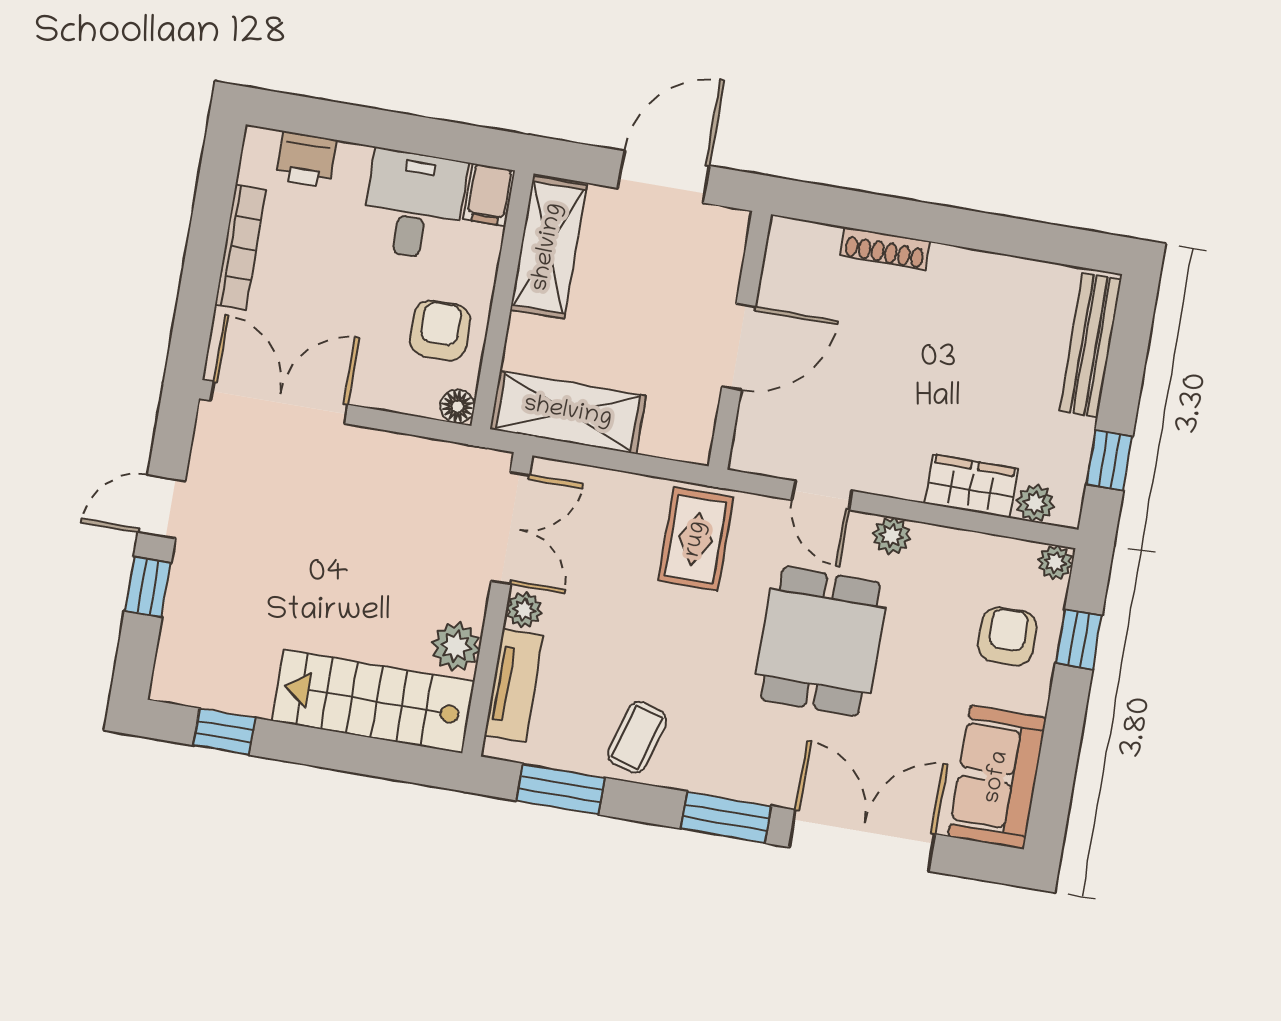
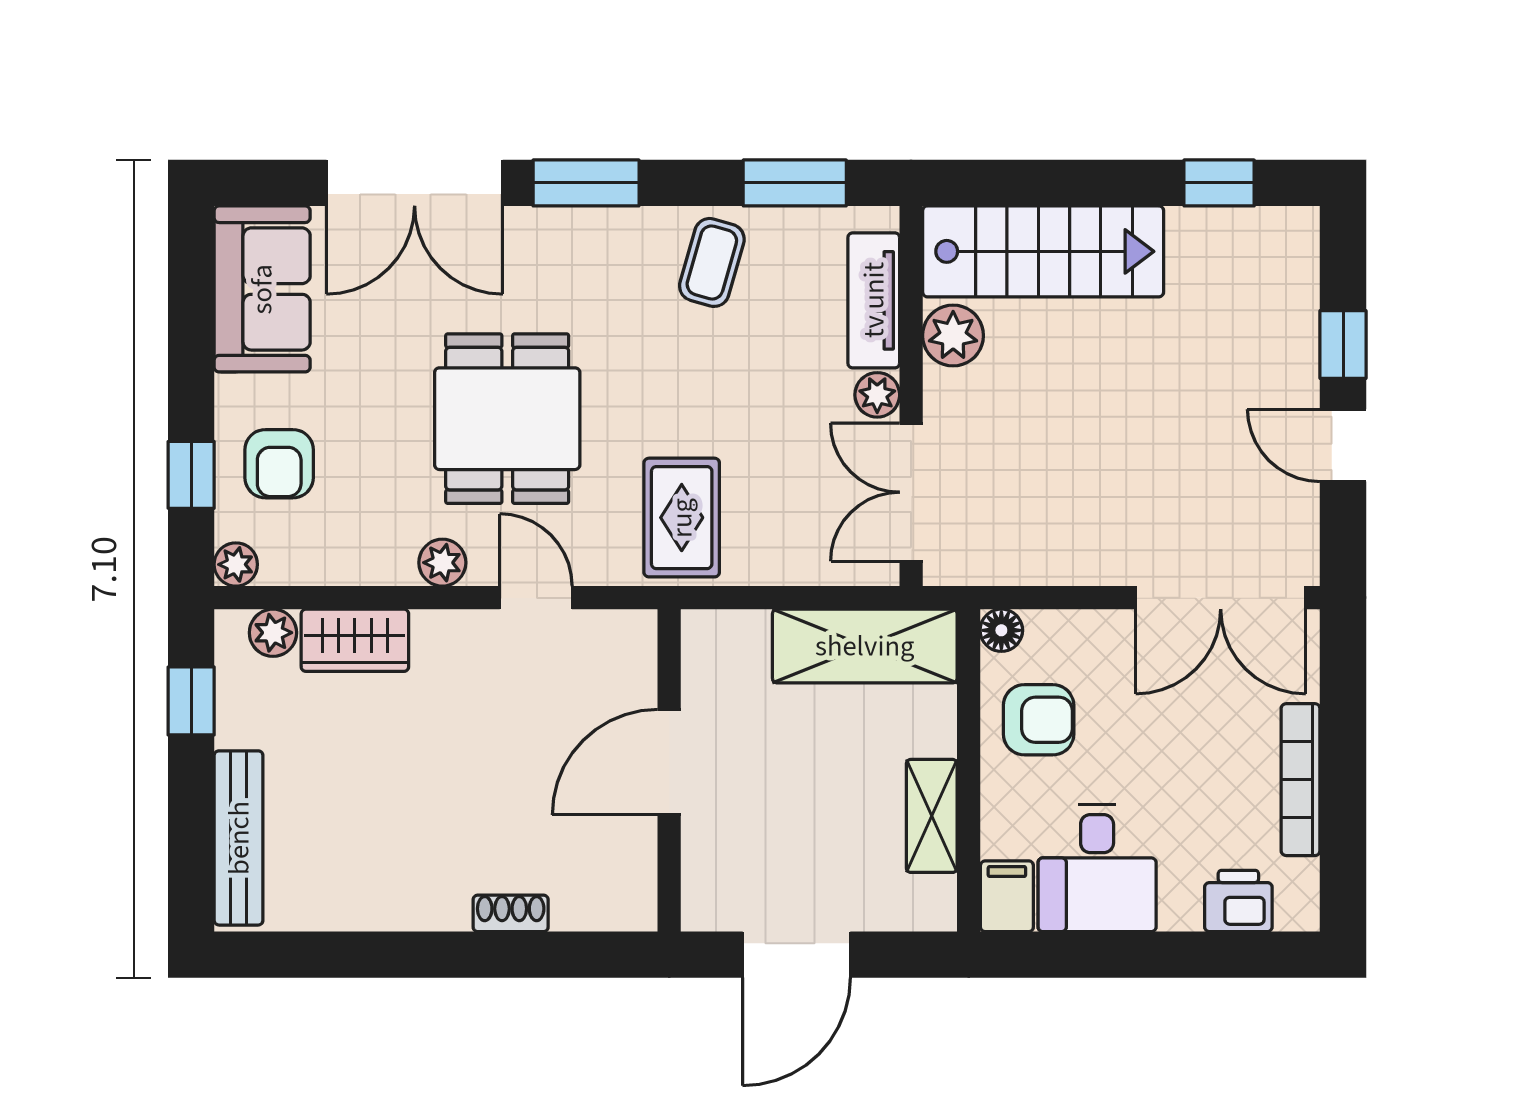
shelving: (548, 247) -> (932, 816), width x0.67, depth x0.75
shoe rack: (885, 248) -> (511, 913), width x0.70
armchair: (440, 330) -> (1039, 720), turned -90
door: (162, 507) -> (1343, 445), swing flipped

